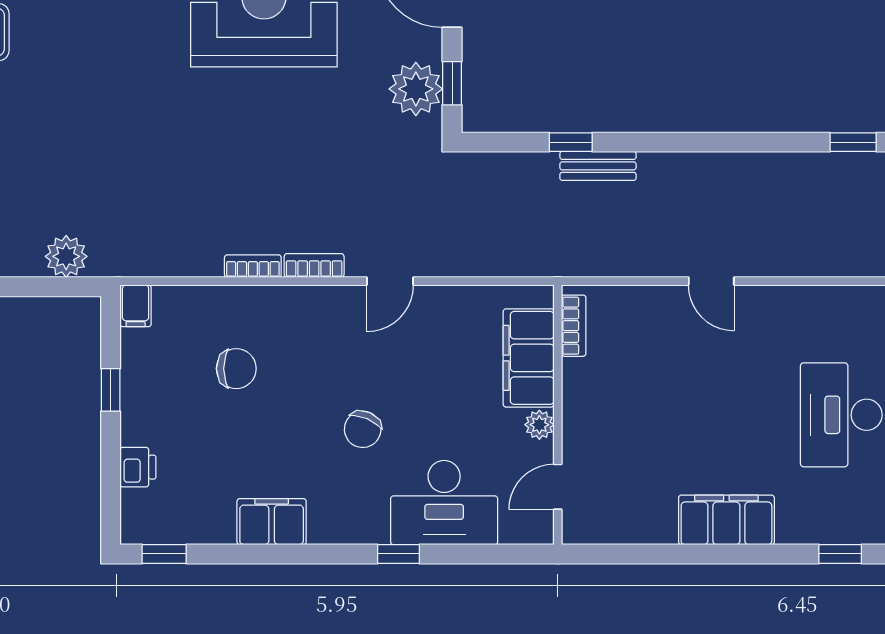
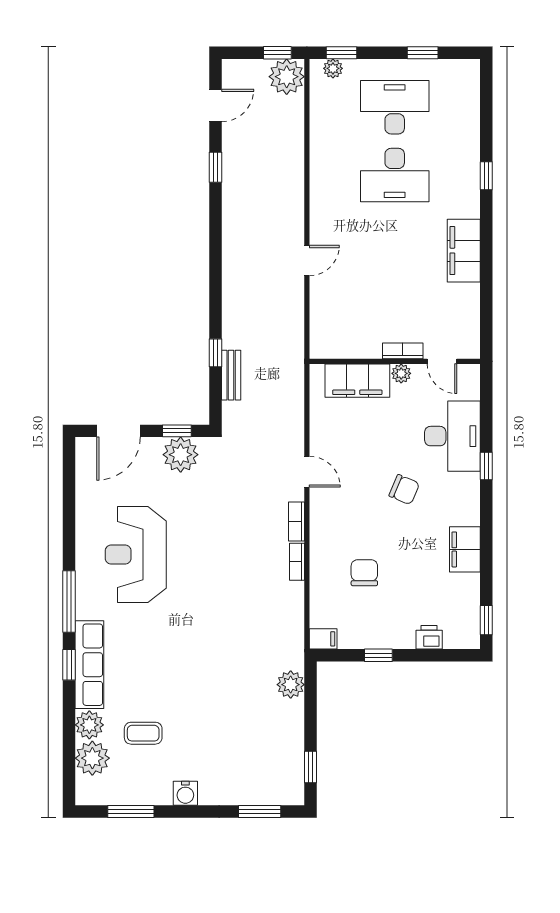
bench: (598, 166) -> (231, 375), moved
bookcase: (574, 326) -> (403, 351), moved

